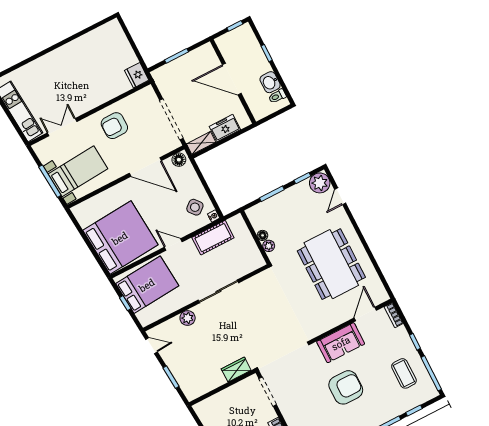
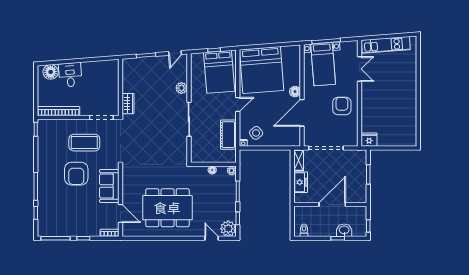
washbasin: (270, 82) -> (344, 230), moved
floor lamp: (179, 160) -> (295, 92), moved
plant: (269, 246) -> (232, 171), moved
coffee table: (404, 373) -> (84, 143), moved, width x1.36, depth x1.32

